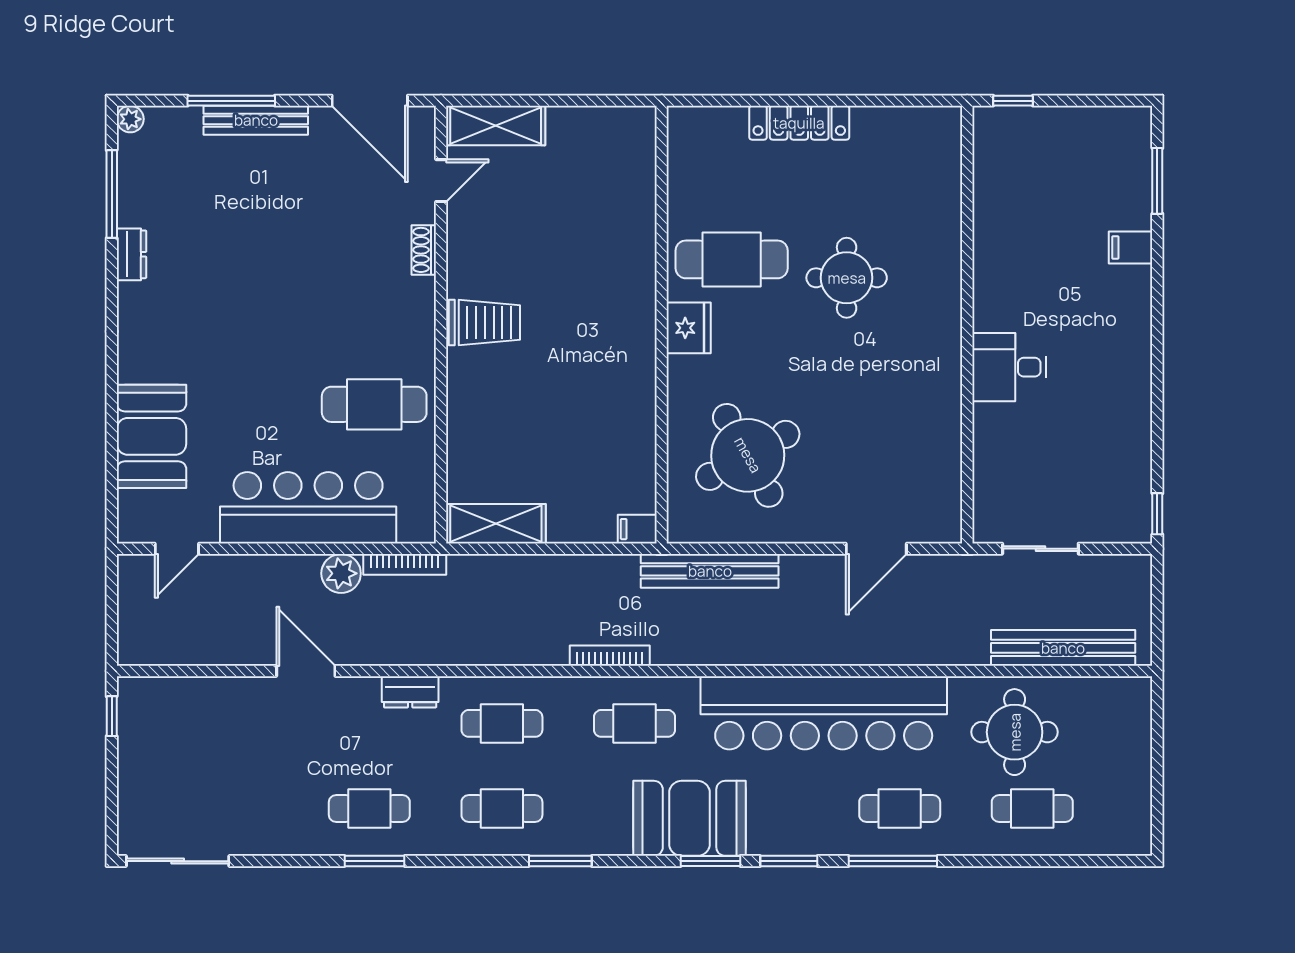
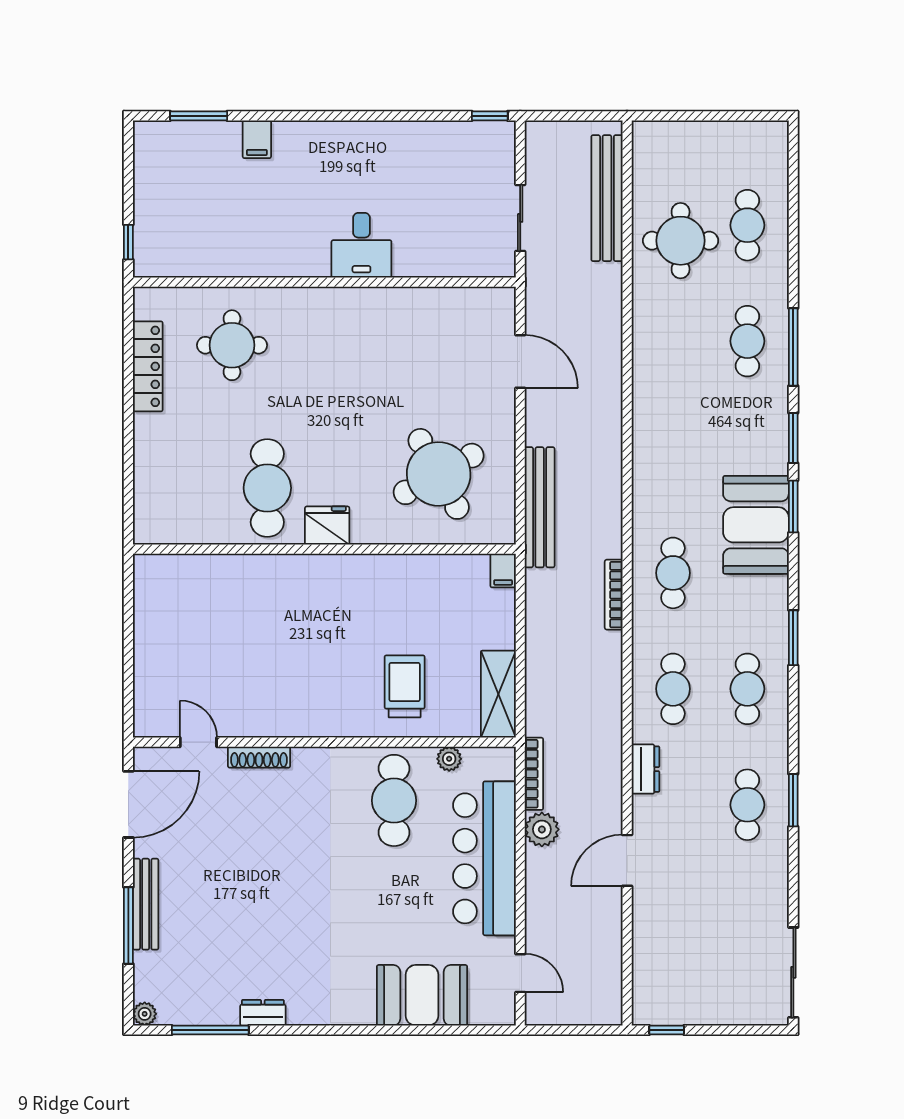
locker: (799, 123) -> (148, 366), moved
shelving: (496, 125) -> (150, 694), removed
shoe rack: (424, 250) -> (259, 757), width x1.43
round table: (847, 278) -> (232, 345), moved
trolley: (484, 322) -> (405, 686), moved
plant: (422, 467) -> (449, 759), added
bar counter: (824, 713) -> (664, 408), removed

